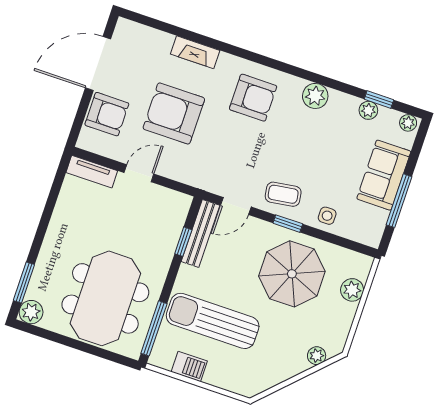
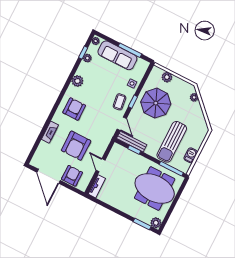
sofa: (384, 175) -> (117, 55), width x1.36

